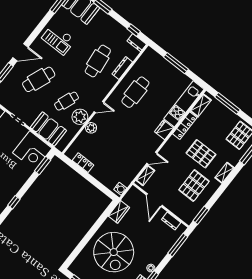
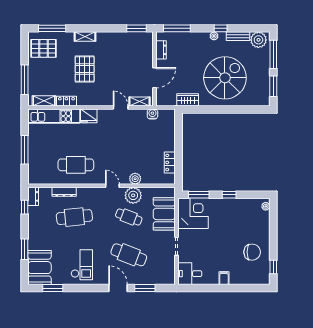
locker: (185, 126) -> (66, 101), width x0.66
pallet: (194, 186) -> (116, 54), removed
water cooler: (120, 189) -> (152, 114), moved
window: (14, 202) -> (229, 195), moved

